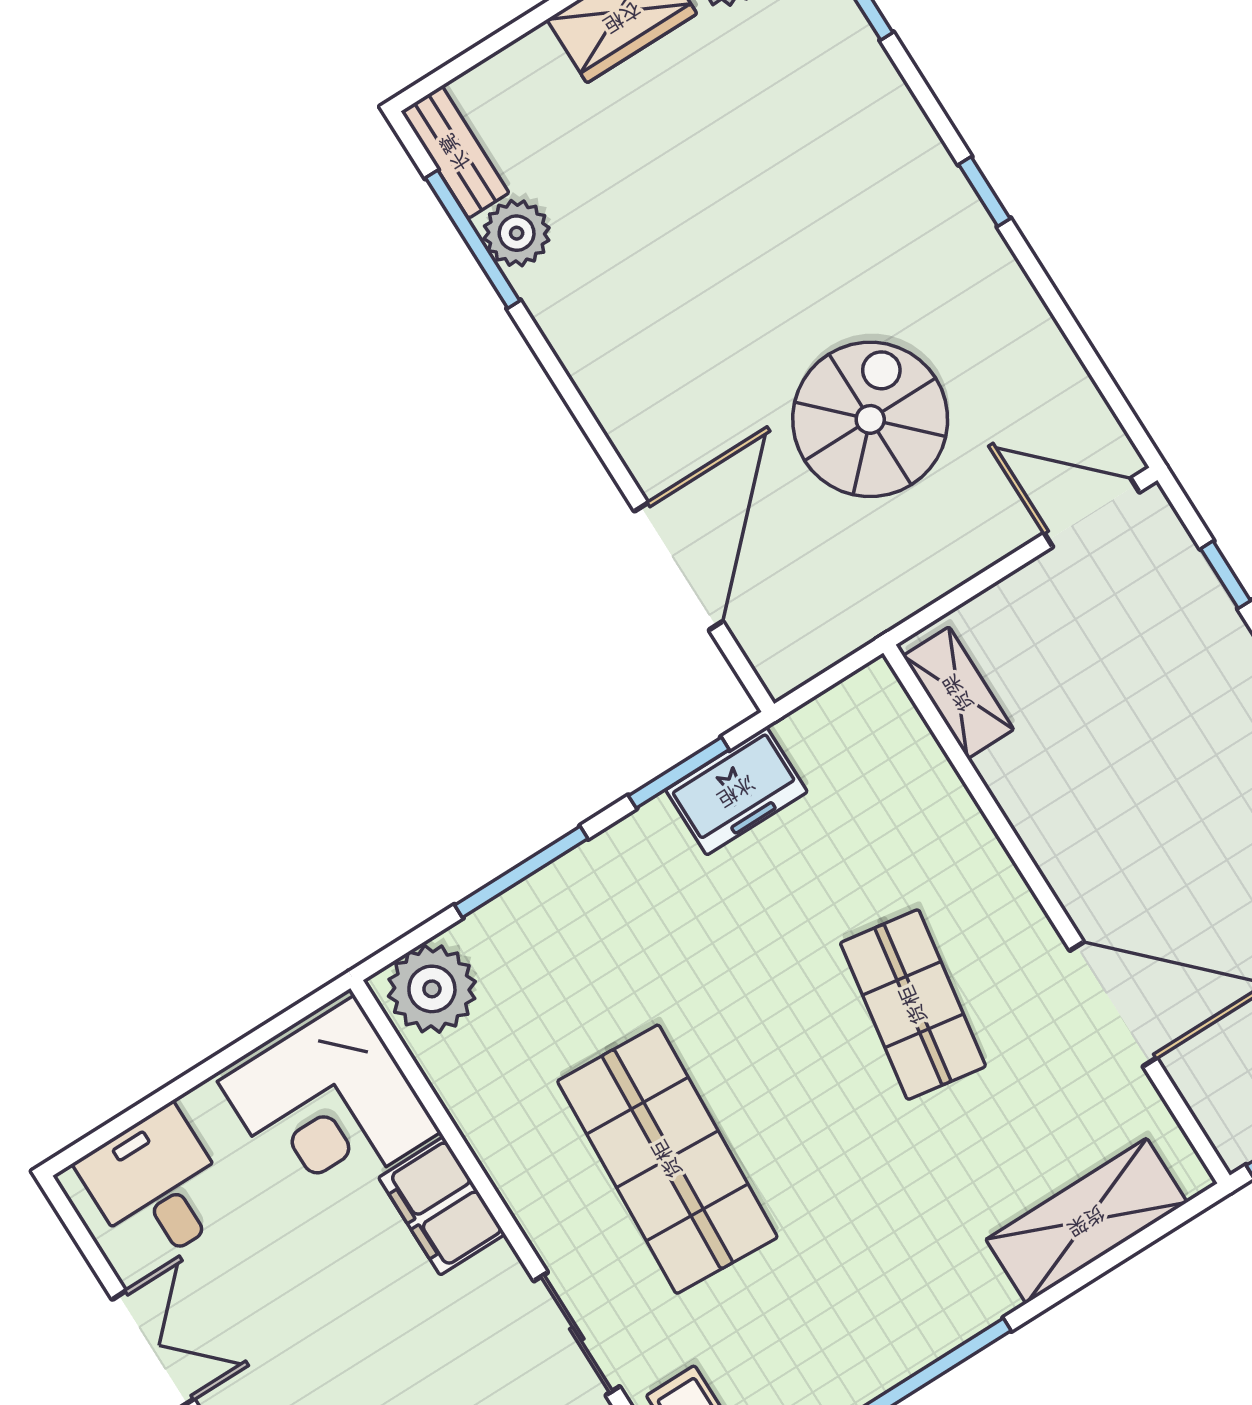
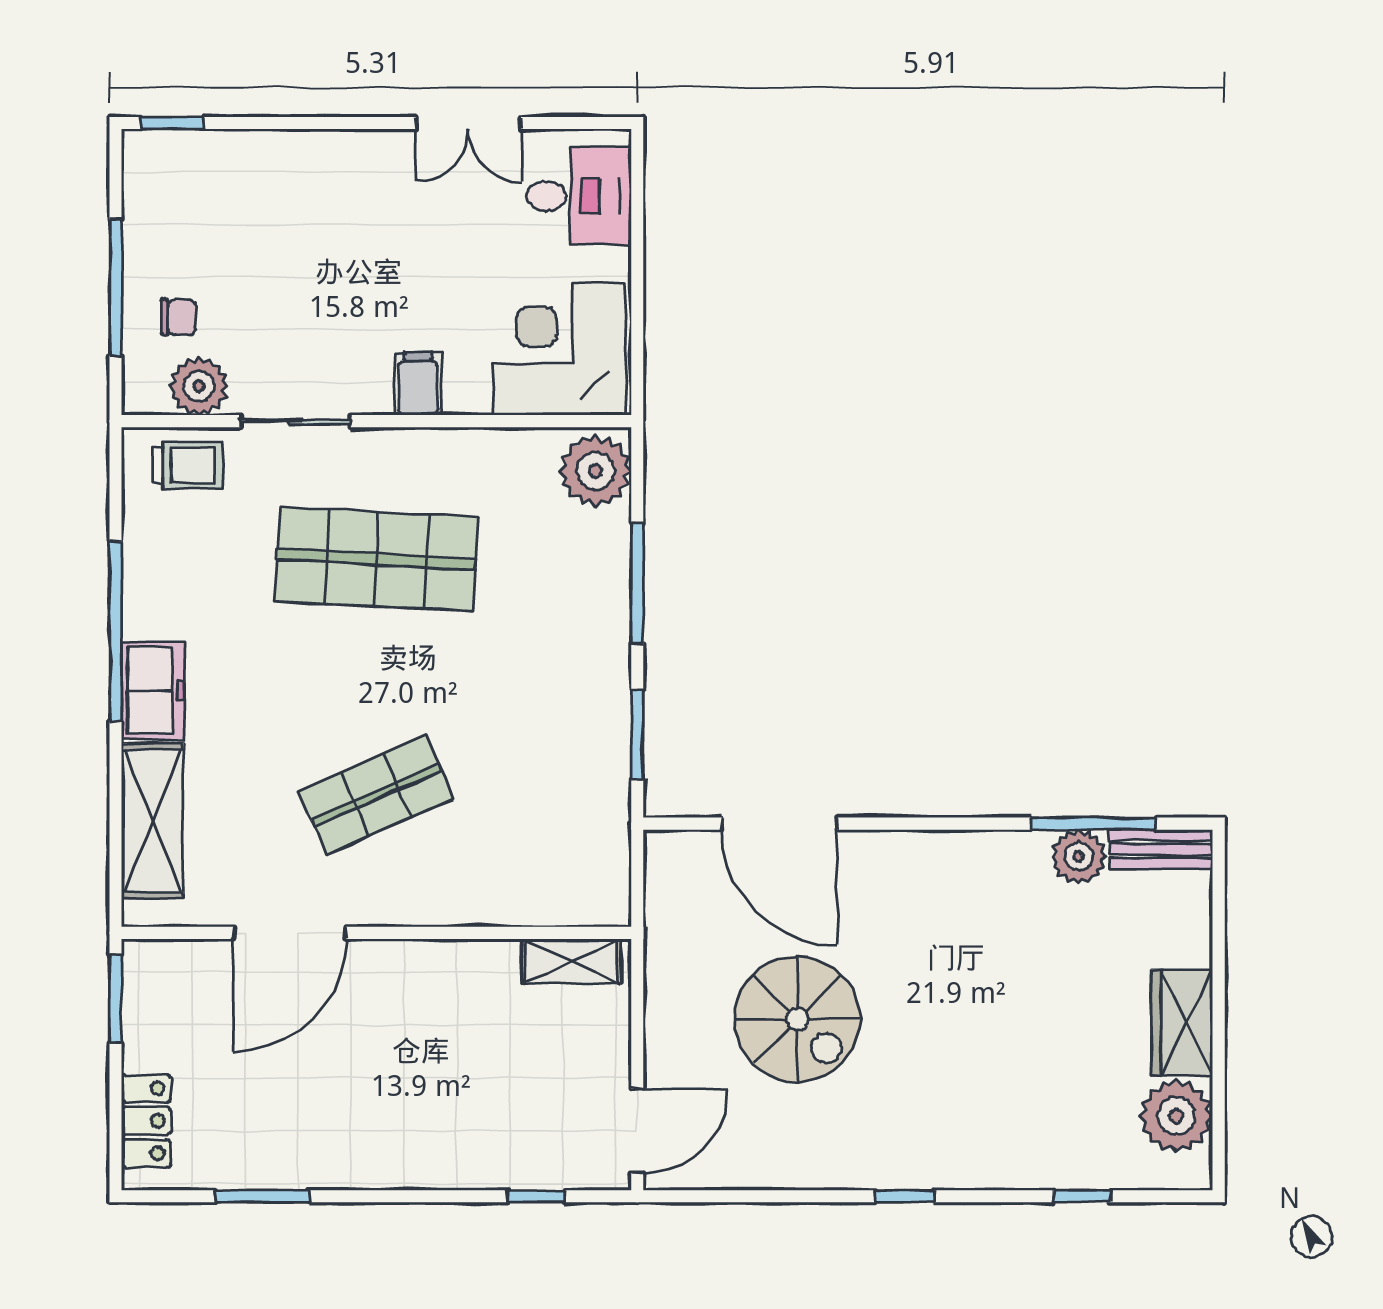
freezer: (736, 791) -> (153, 691), moved, turned 180
shop shelf: (913, 1005) -> (376, 795), turned -33
filing cabinet: (442, 1206) -> (418, 384), width x0.50

